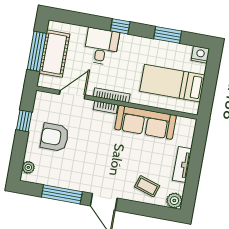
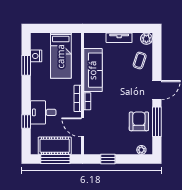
window: (120, 26) -> (26, 122), moved
nightstand: (200, 55) -> (36, 56), moved
armchair: (55, 137) -> (139, 121), moved, turned 180

